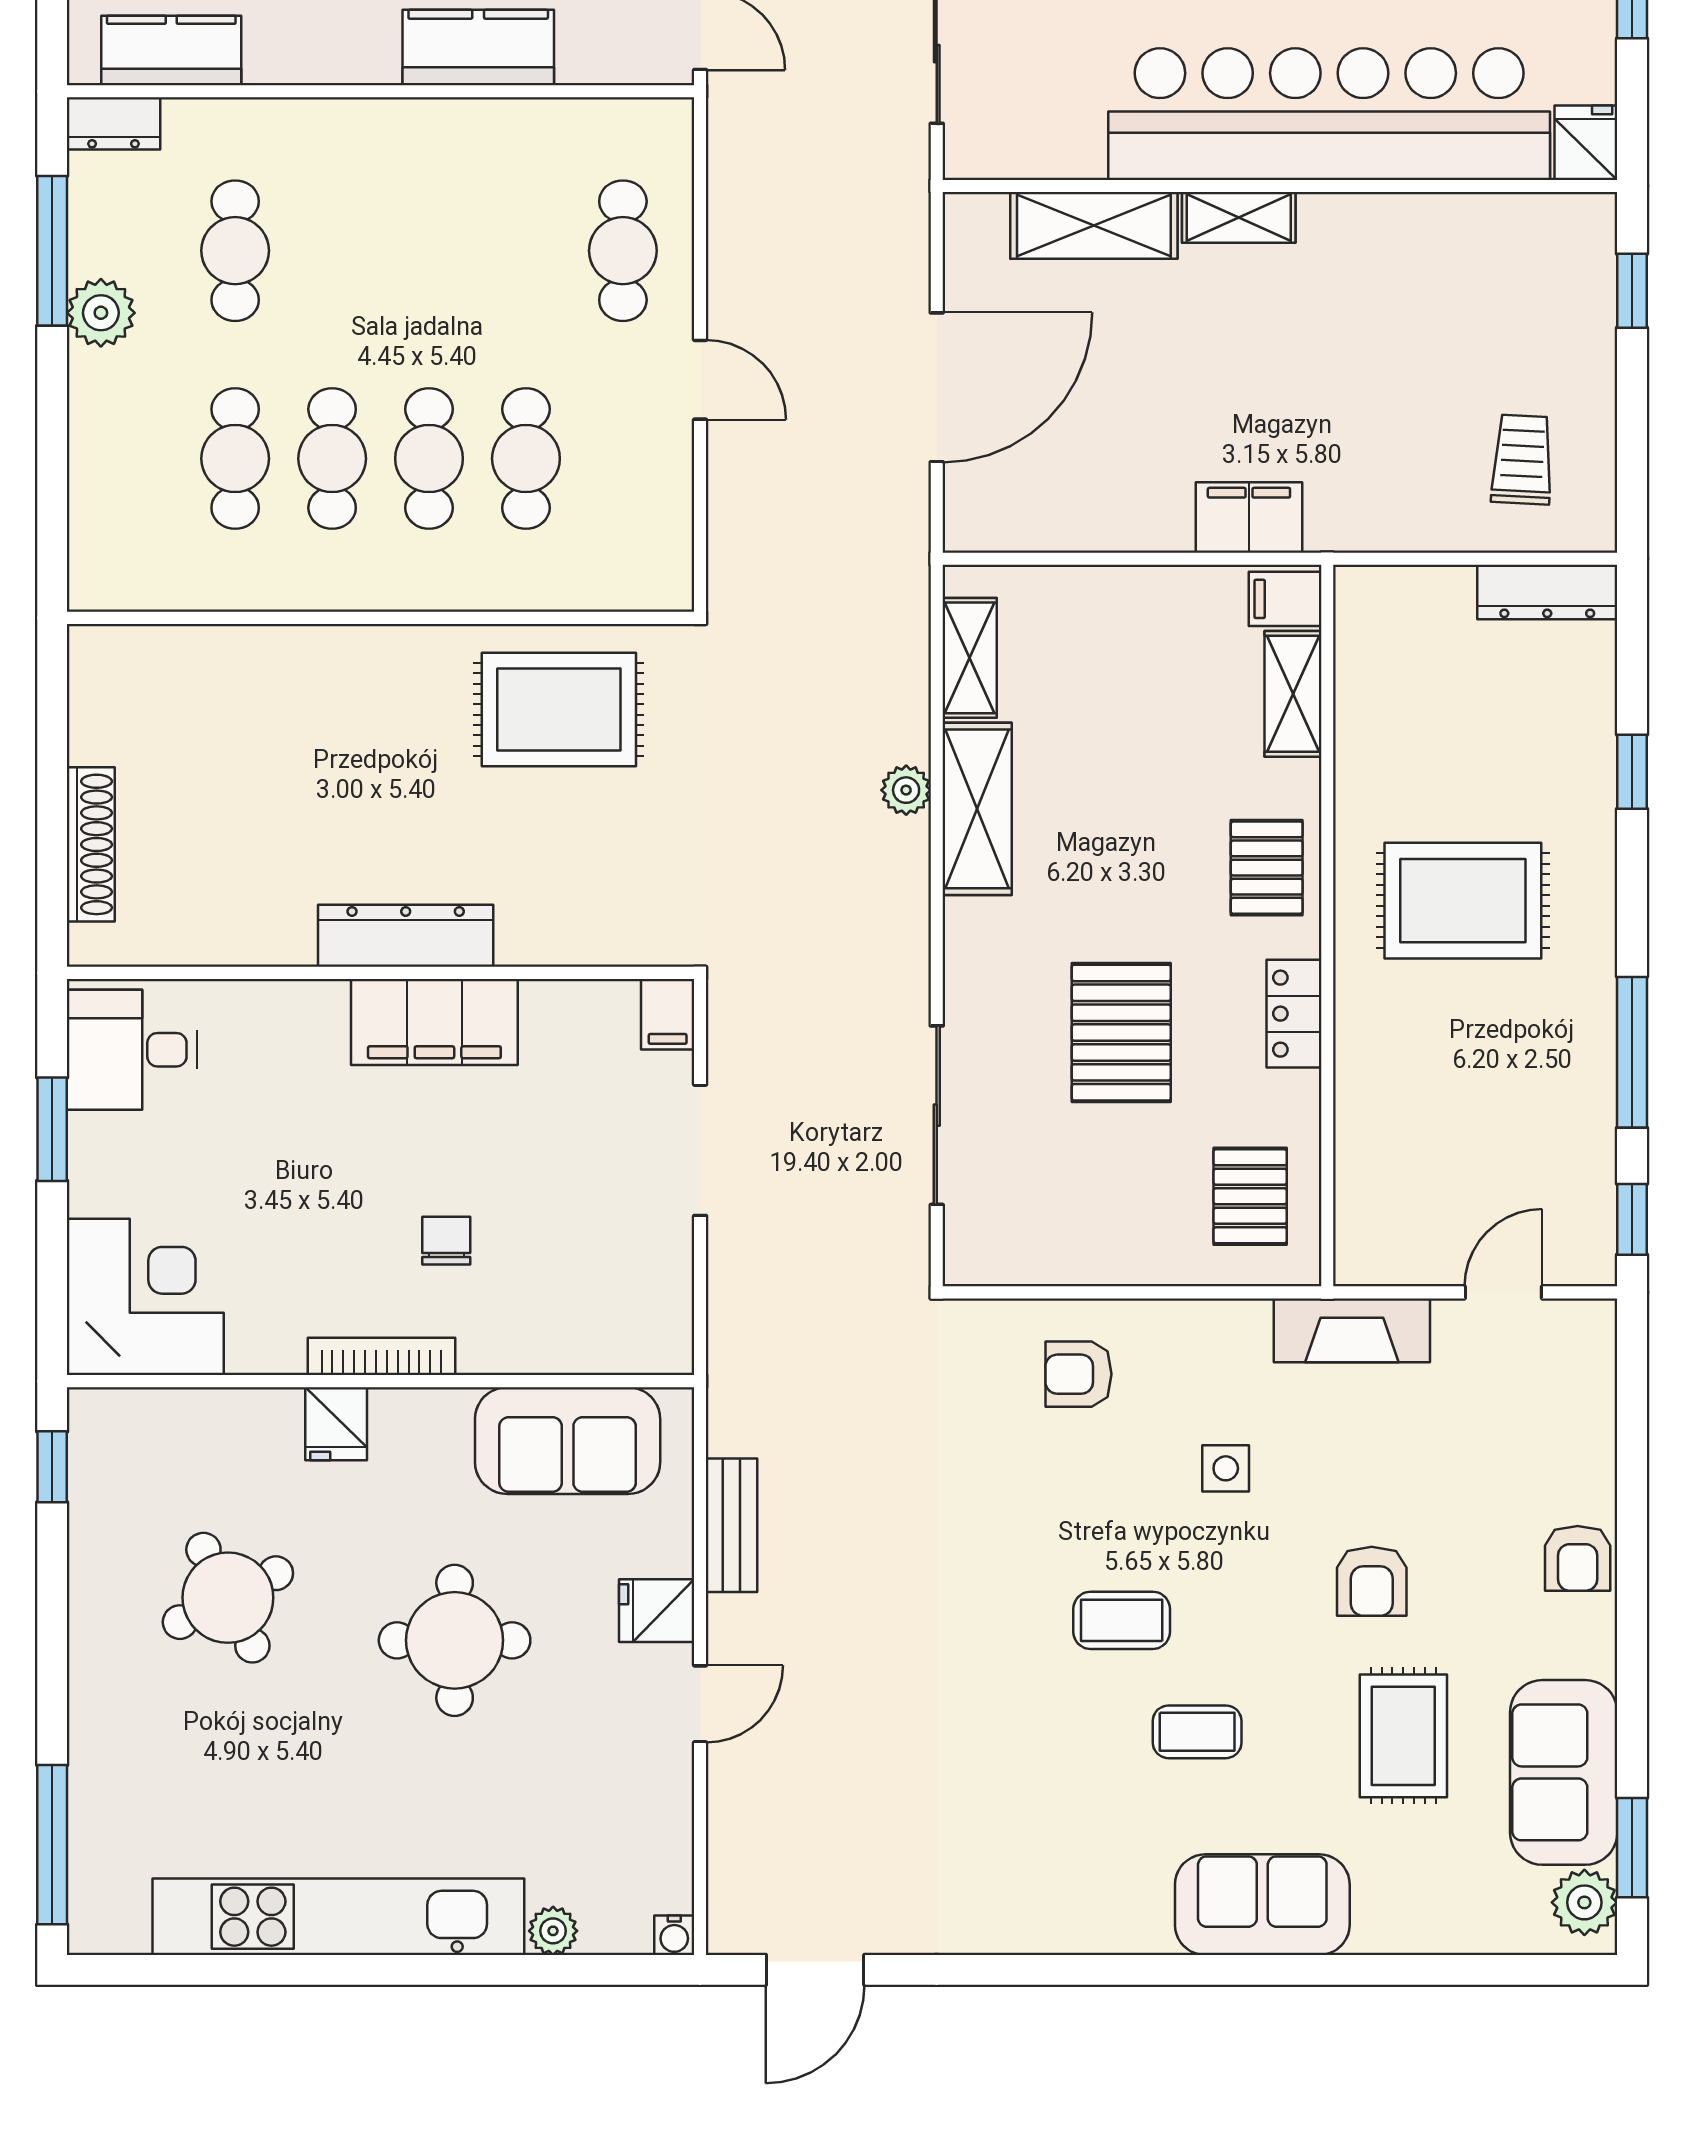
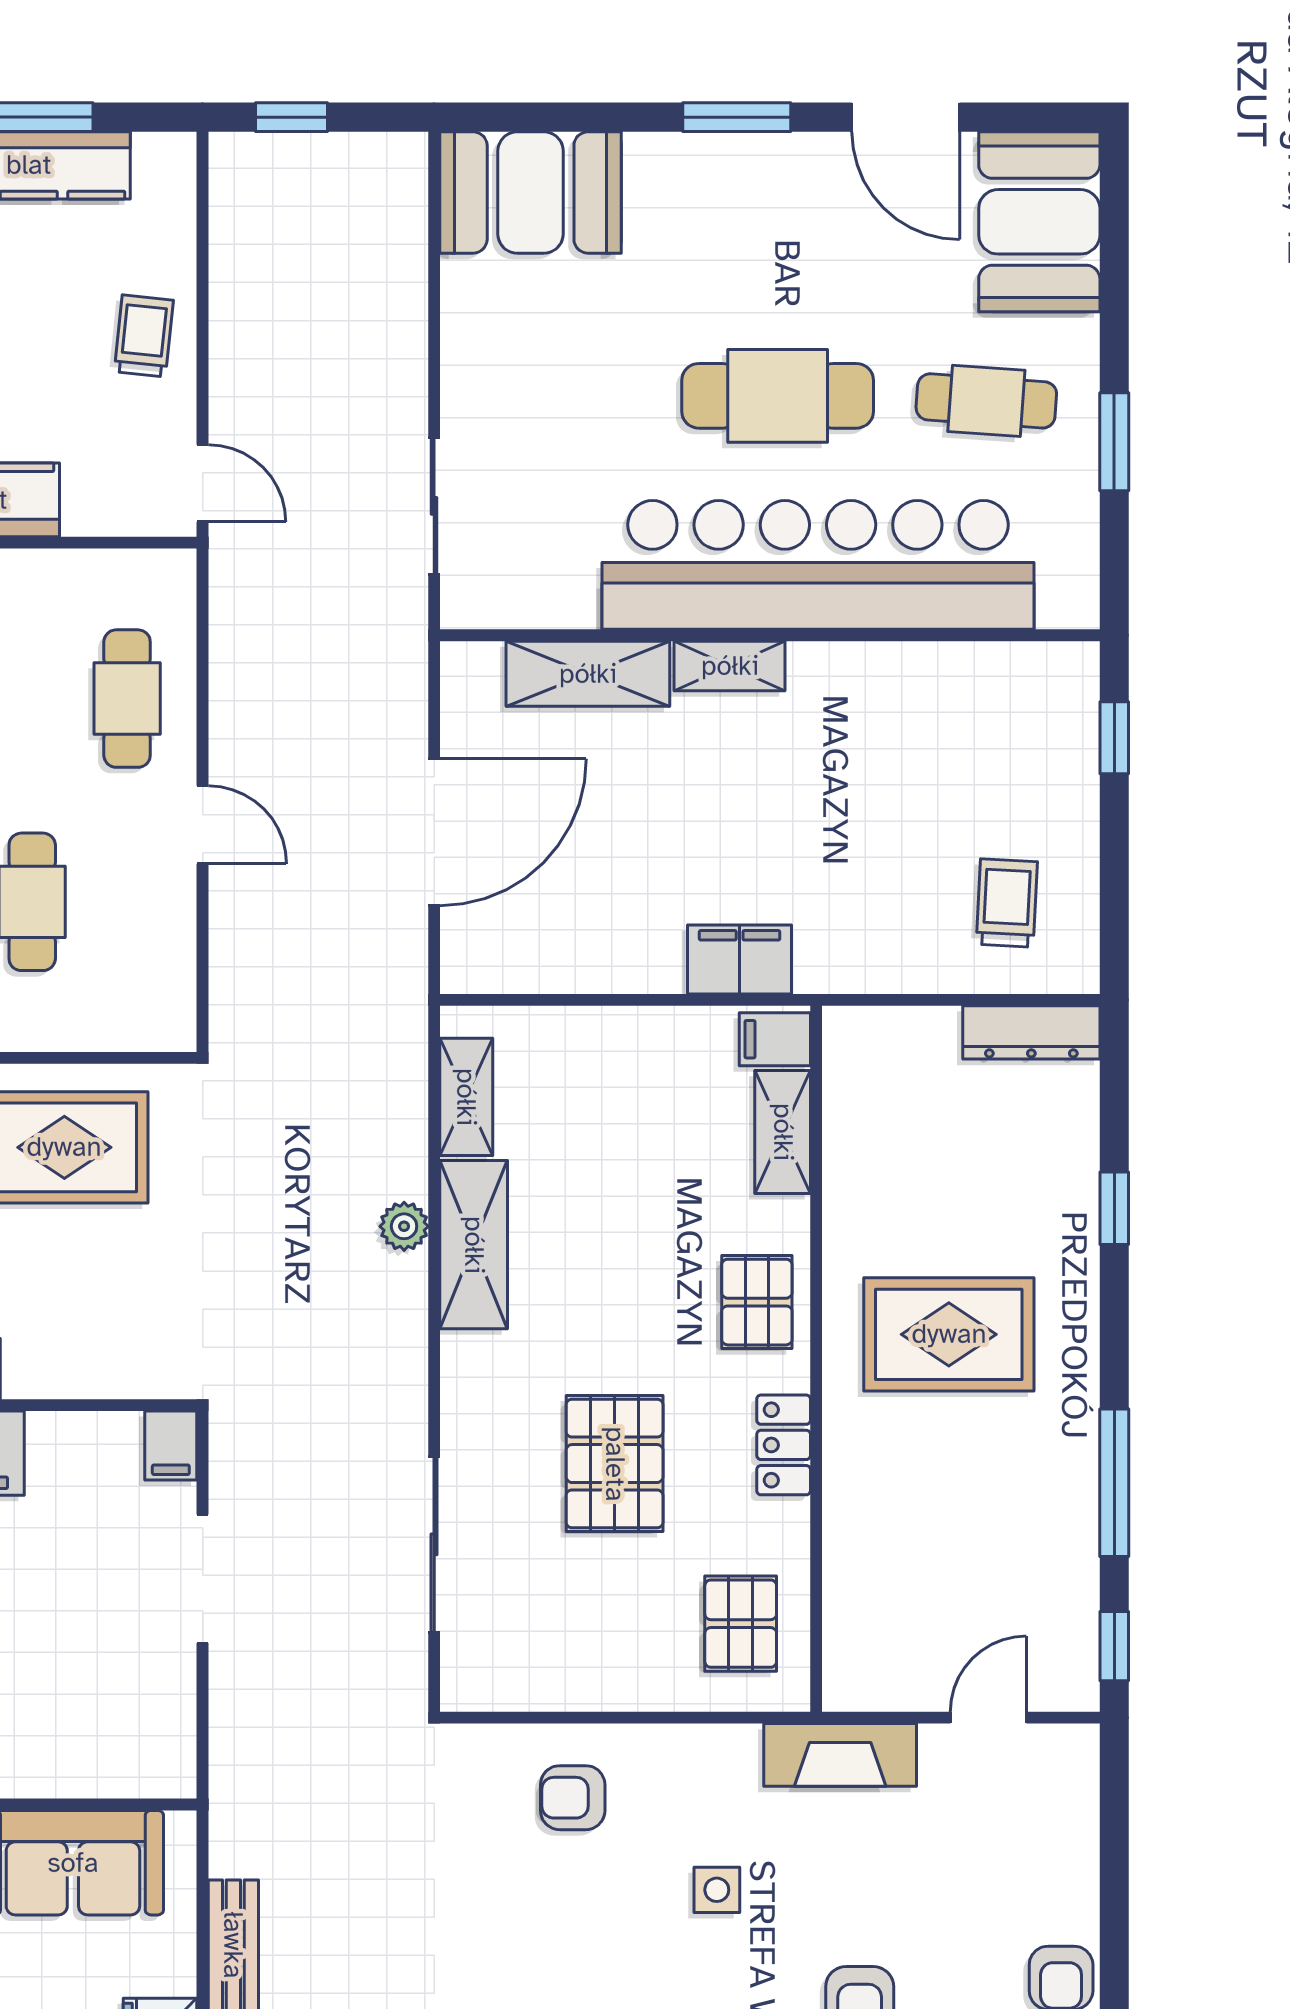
fridge: (1586, 143) -> (1069, 593), removed

